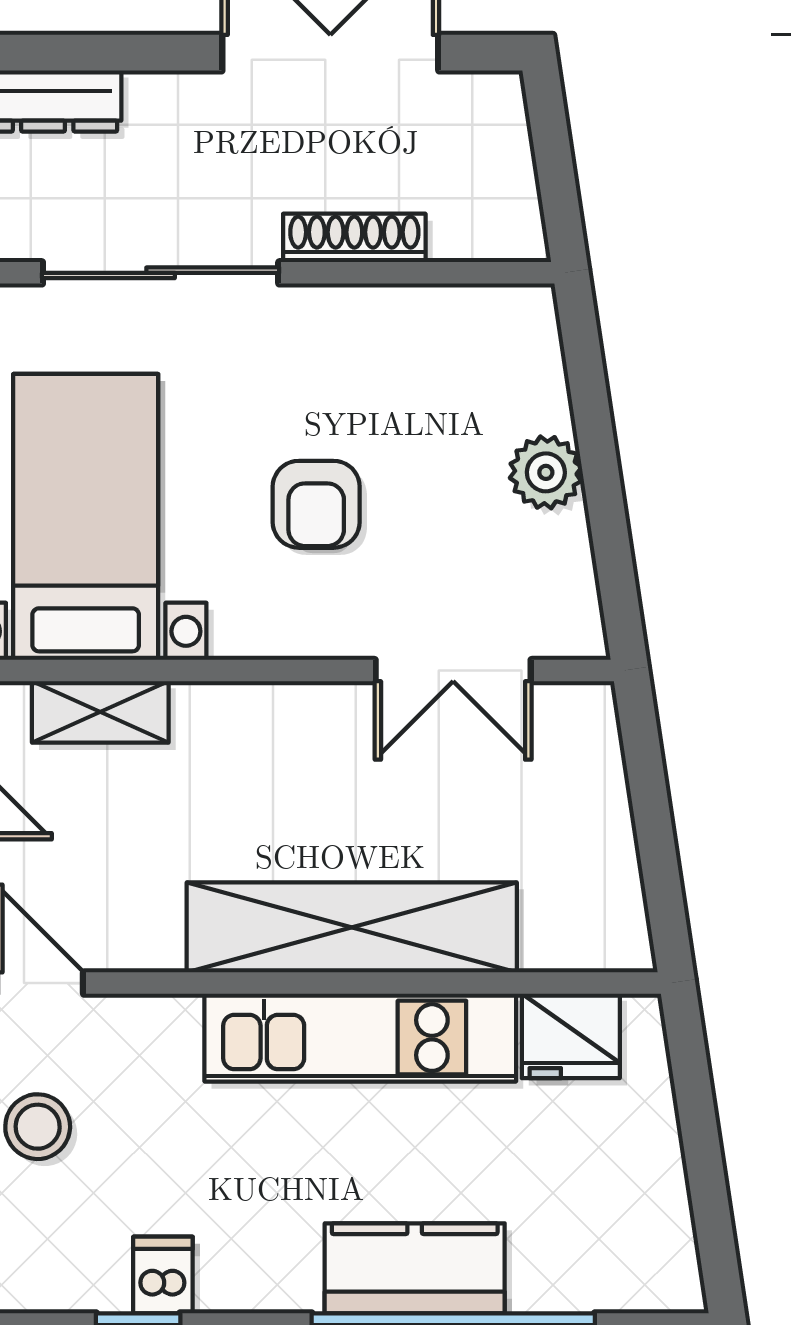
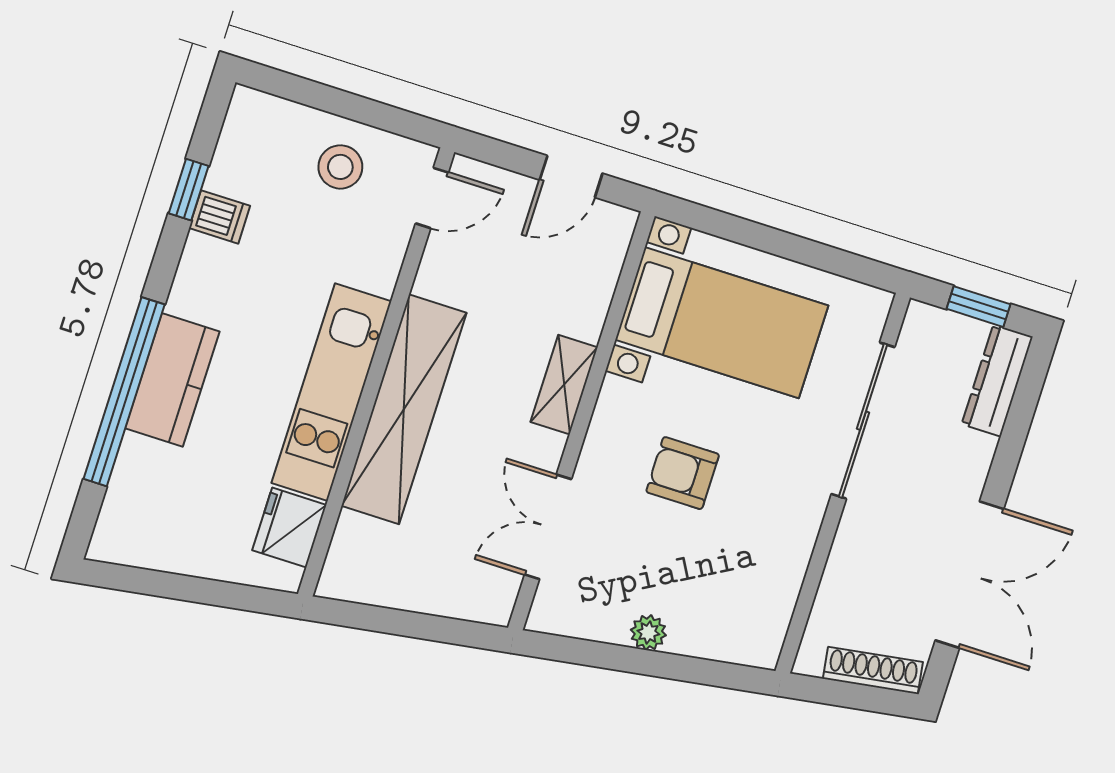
shoe rack: (354, 238) -> (873, 670), moved, turned -99
plant: (546, 472) -> (648, 632), width x0.73, depth x0.73
shelving: (100, 712) -> (564, 385), moved

